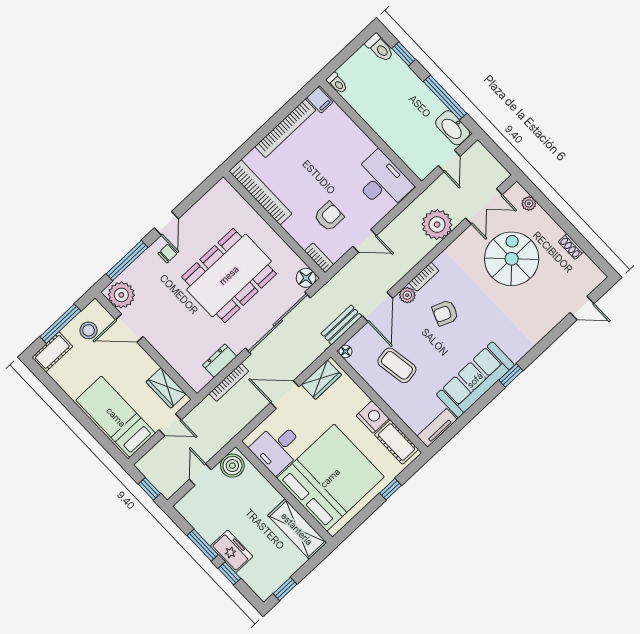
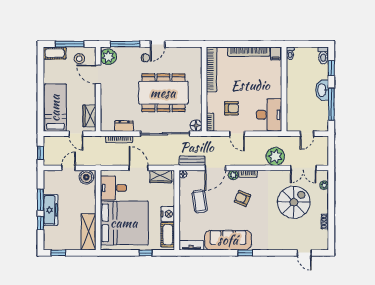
washbasin: (453, 128) -> (322, 90), moved
freezer: (232, 551) -> (51, 210), width x1.40

